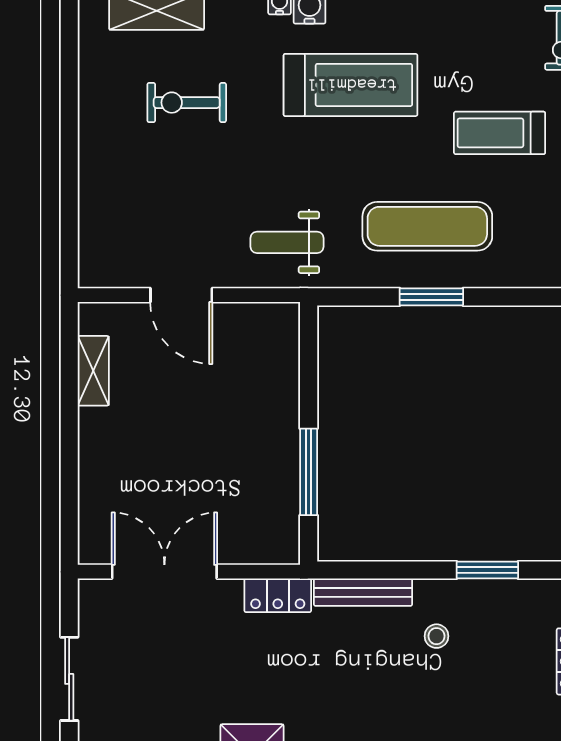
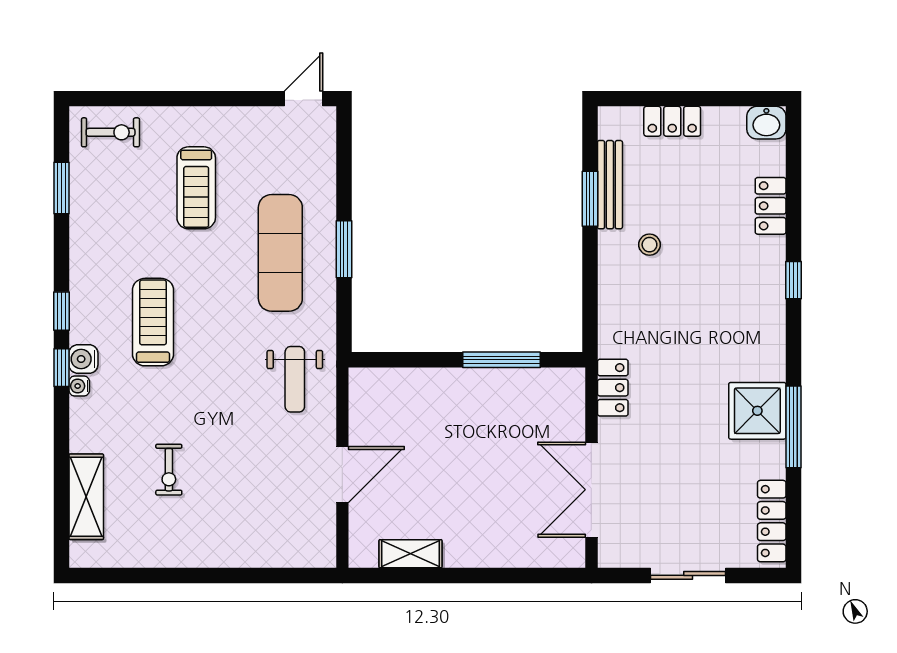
treadmill: (351, 85) -> (153, 322), width x0.73, depth x0.73
exercise bike: (187, 103) -> (169, 470), width x0.73, depth x0.72
bench: (363, 592) -> (610, 185), moved

